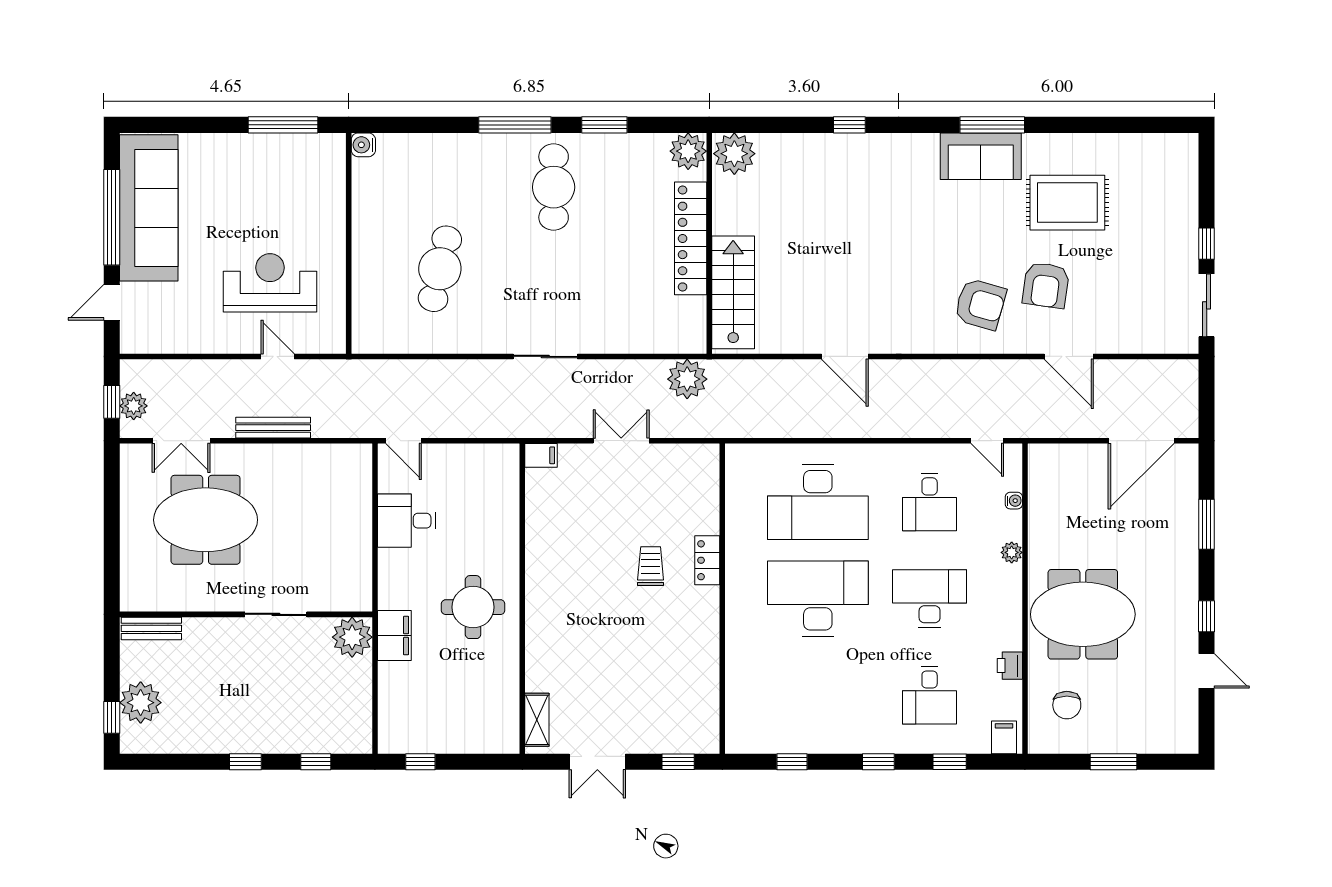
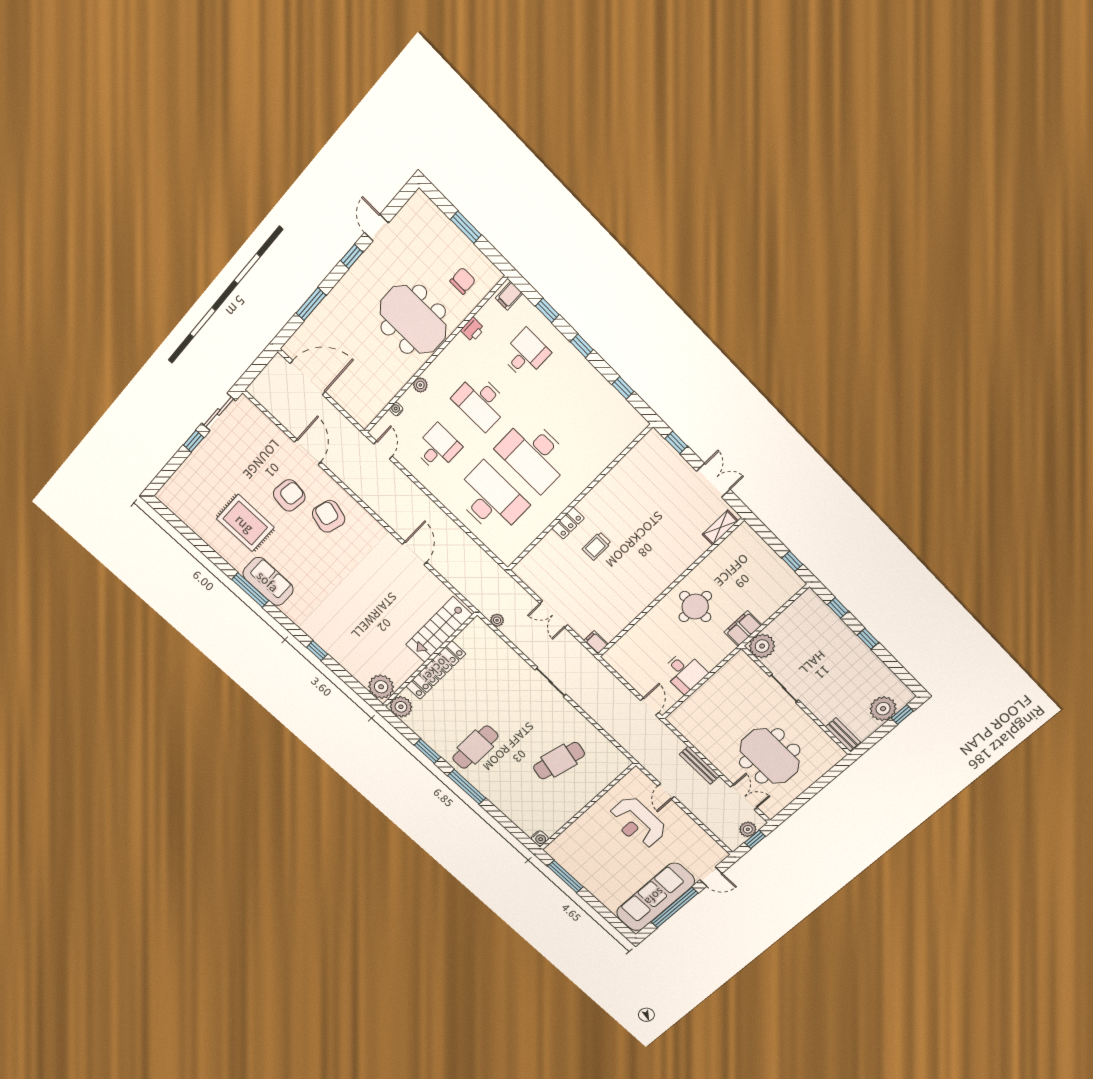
plant: (687, 379) -> (497, 620), width x0.53, depth x0.53

